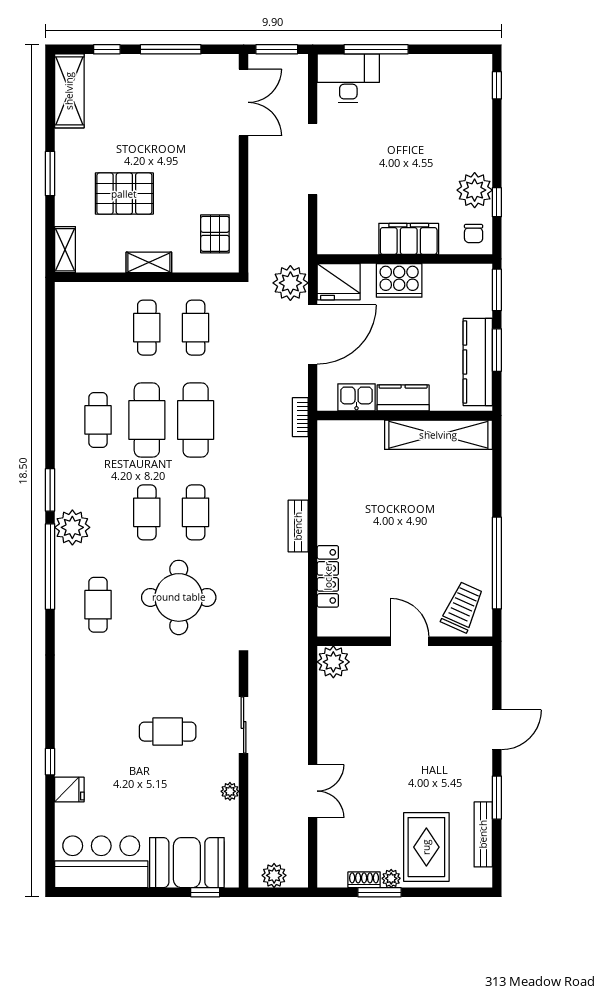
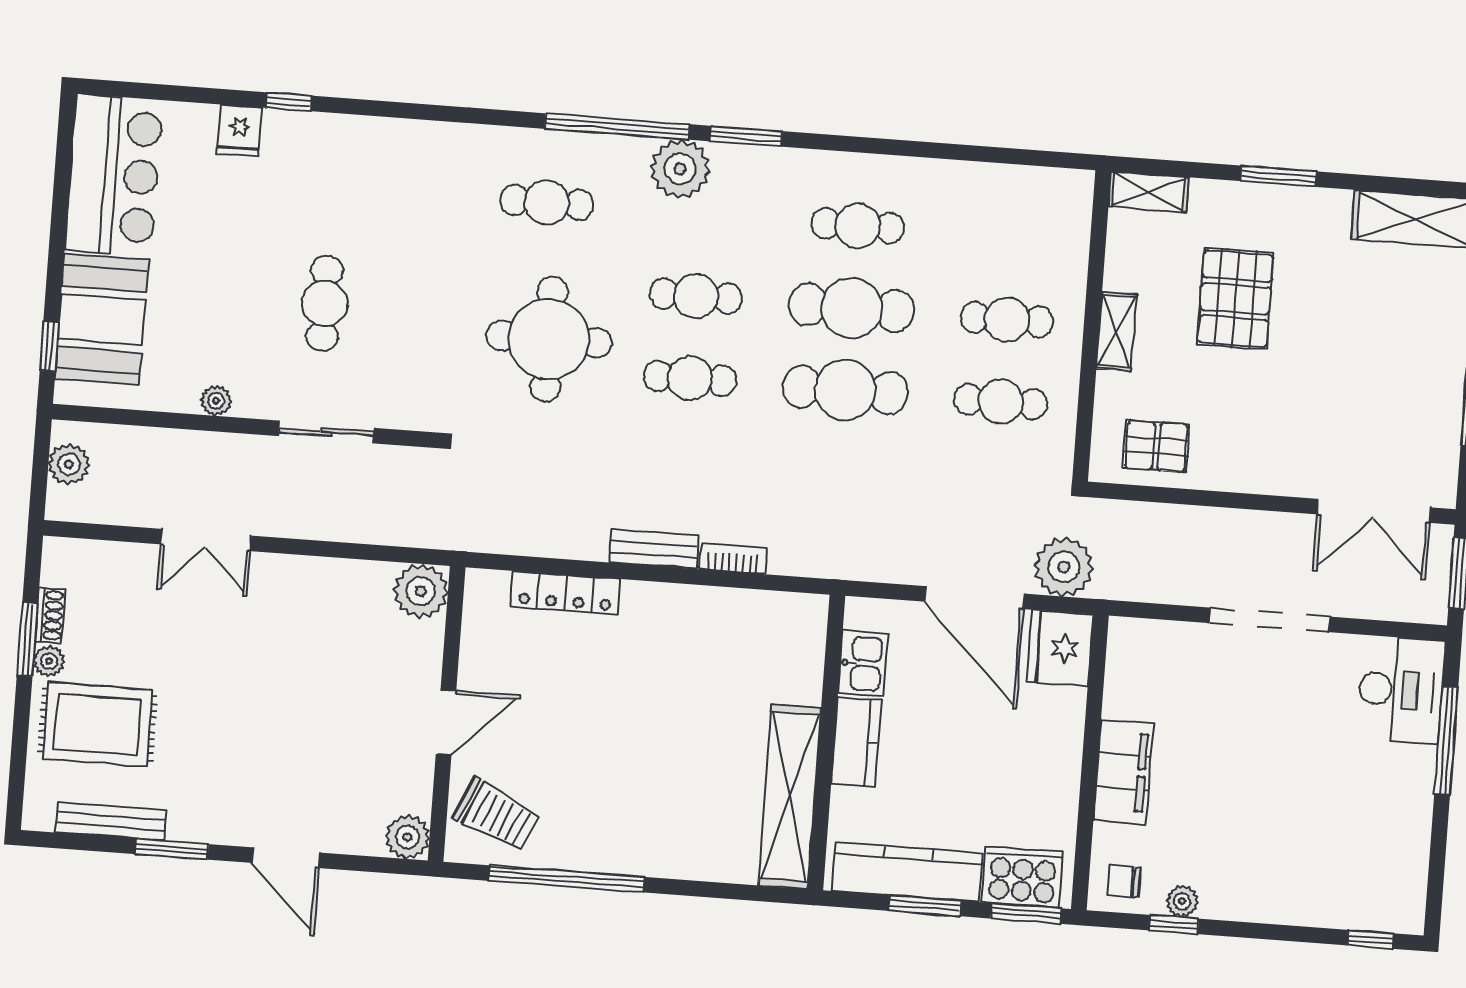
plant: (475, 190) -> (1182, 901), width x0.53, depth x0.53
cooker: (399, 280) -> (1022, 877), moved, turned 90
bookcase: (300, 417) -> (733, 559), moved
plant: (479, 659) -> (407, 837), added

